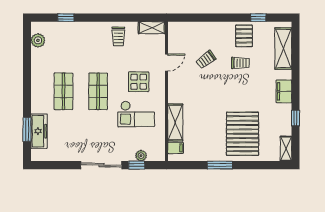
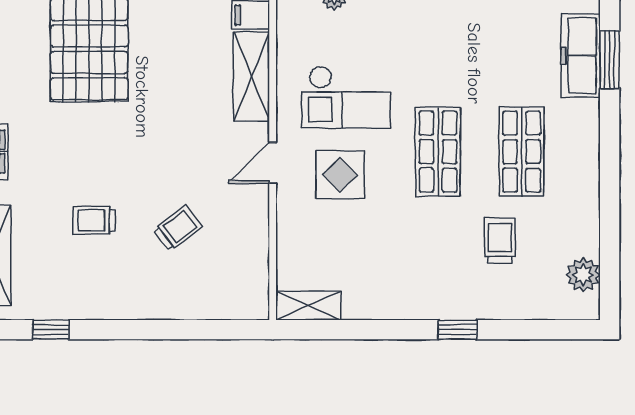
window: (66, 18) -> (458, 330), moved
pallet: (244, 36) -> (85, 286), removed
trolley: (118, 37) -> (500, 241), moved
door: (167, 63) -> (273, 163), moved
checkout: (136, 114) -> (346, 97), turned 180

